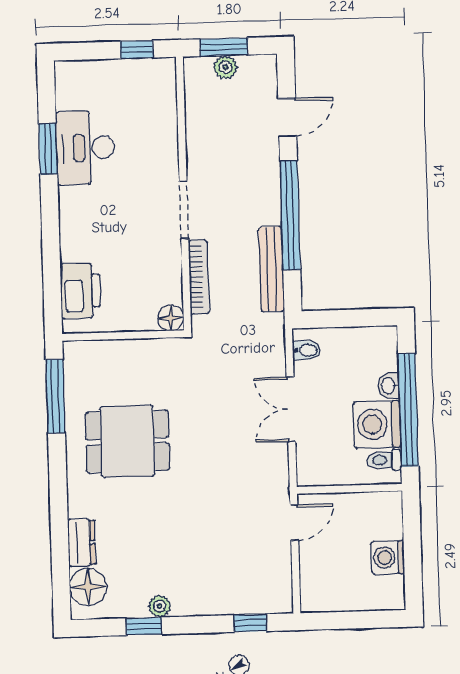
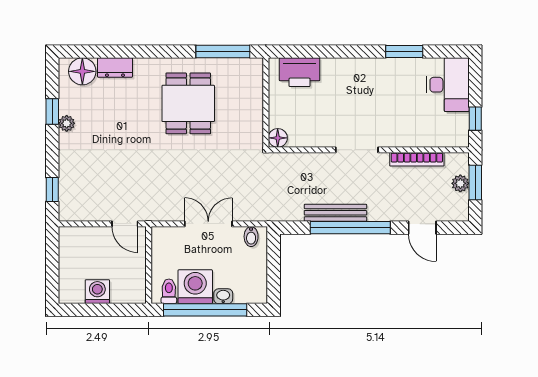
desk: (85, 148) -> (448, 85), moved, turned 90
bench: (271, 269) -> (335, 213), moved
bookcase: (199, 277) -> (417, 159), moved

